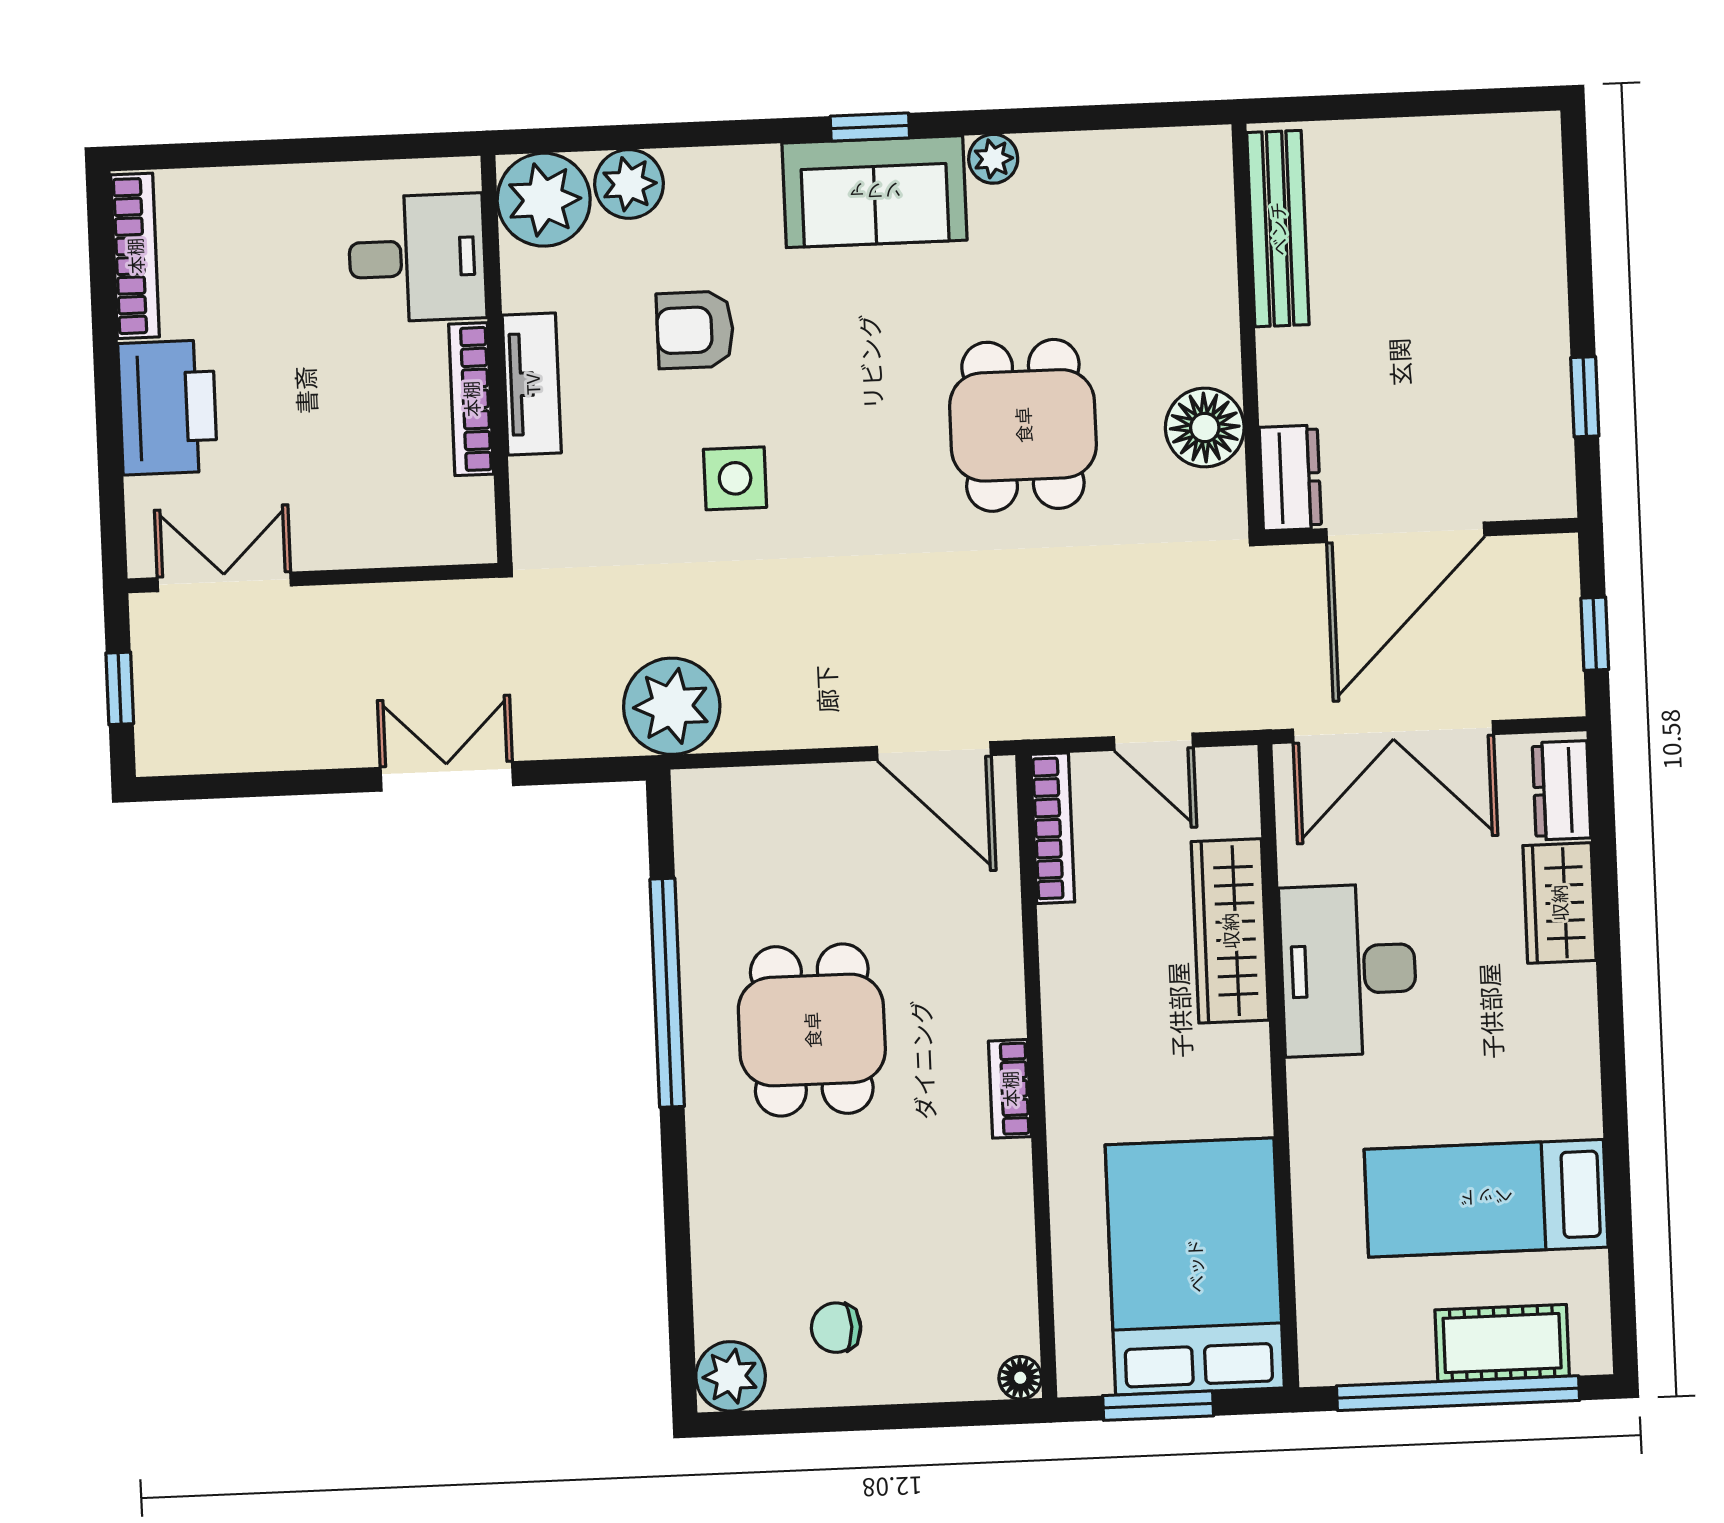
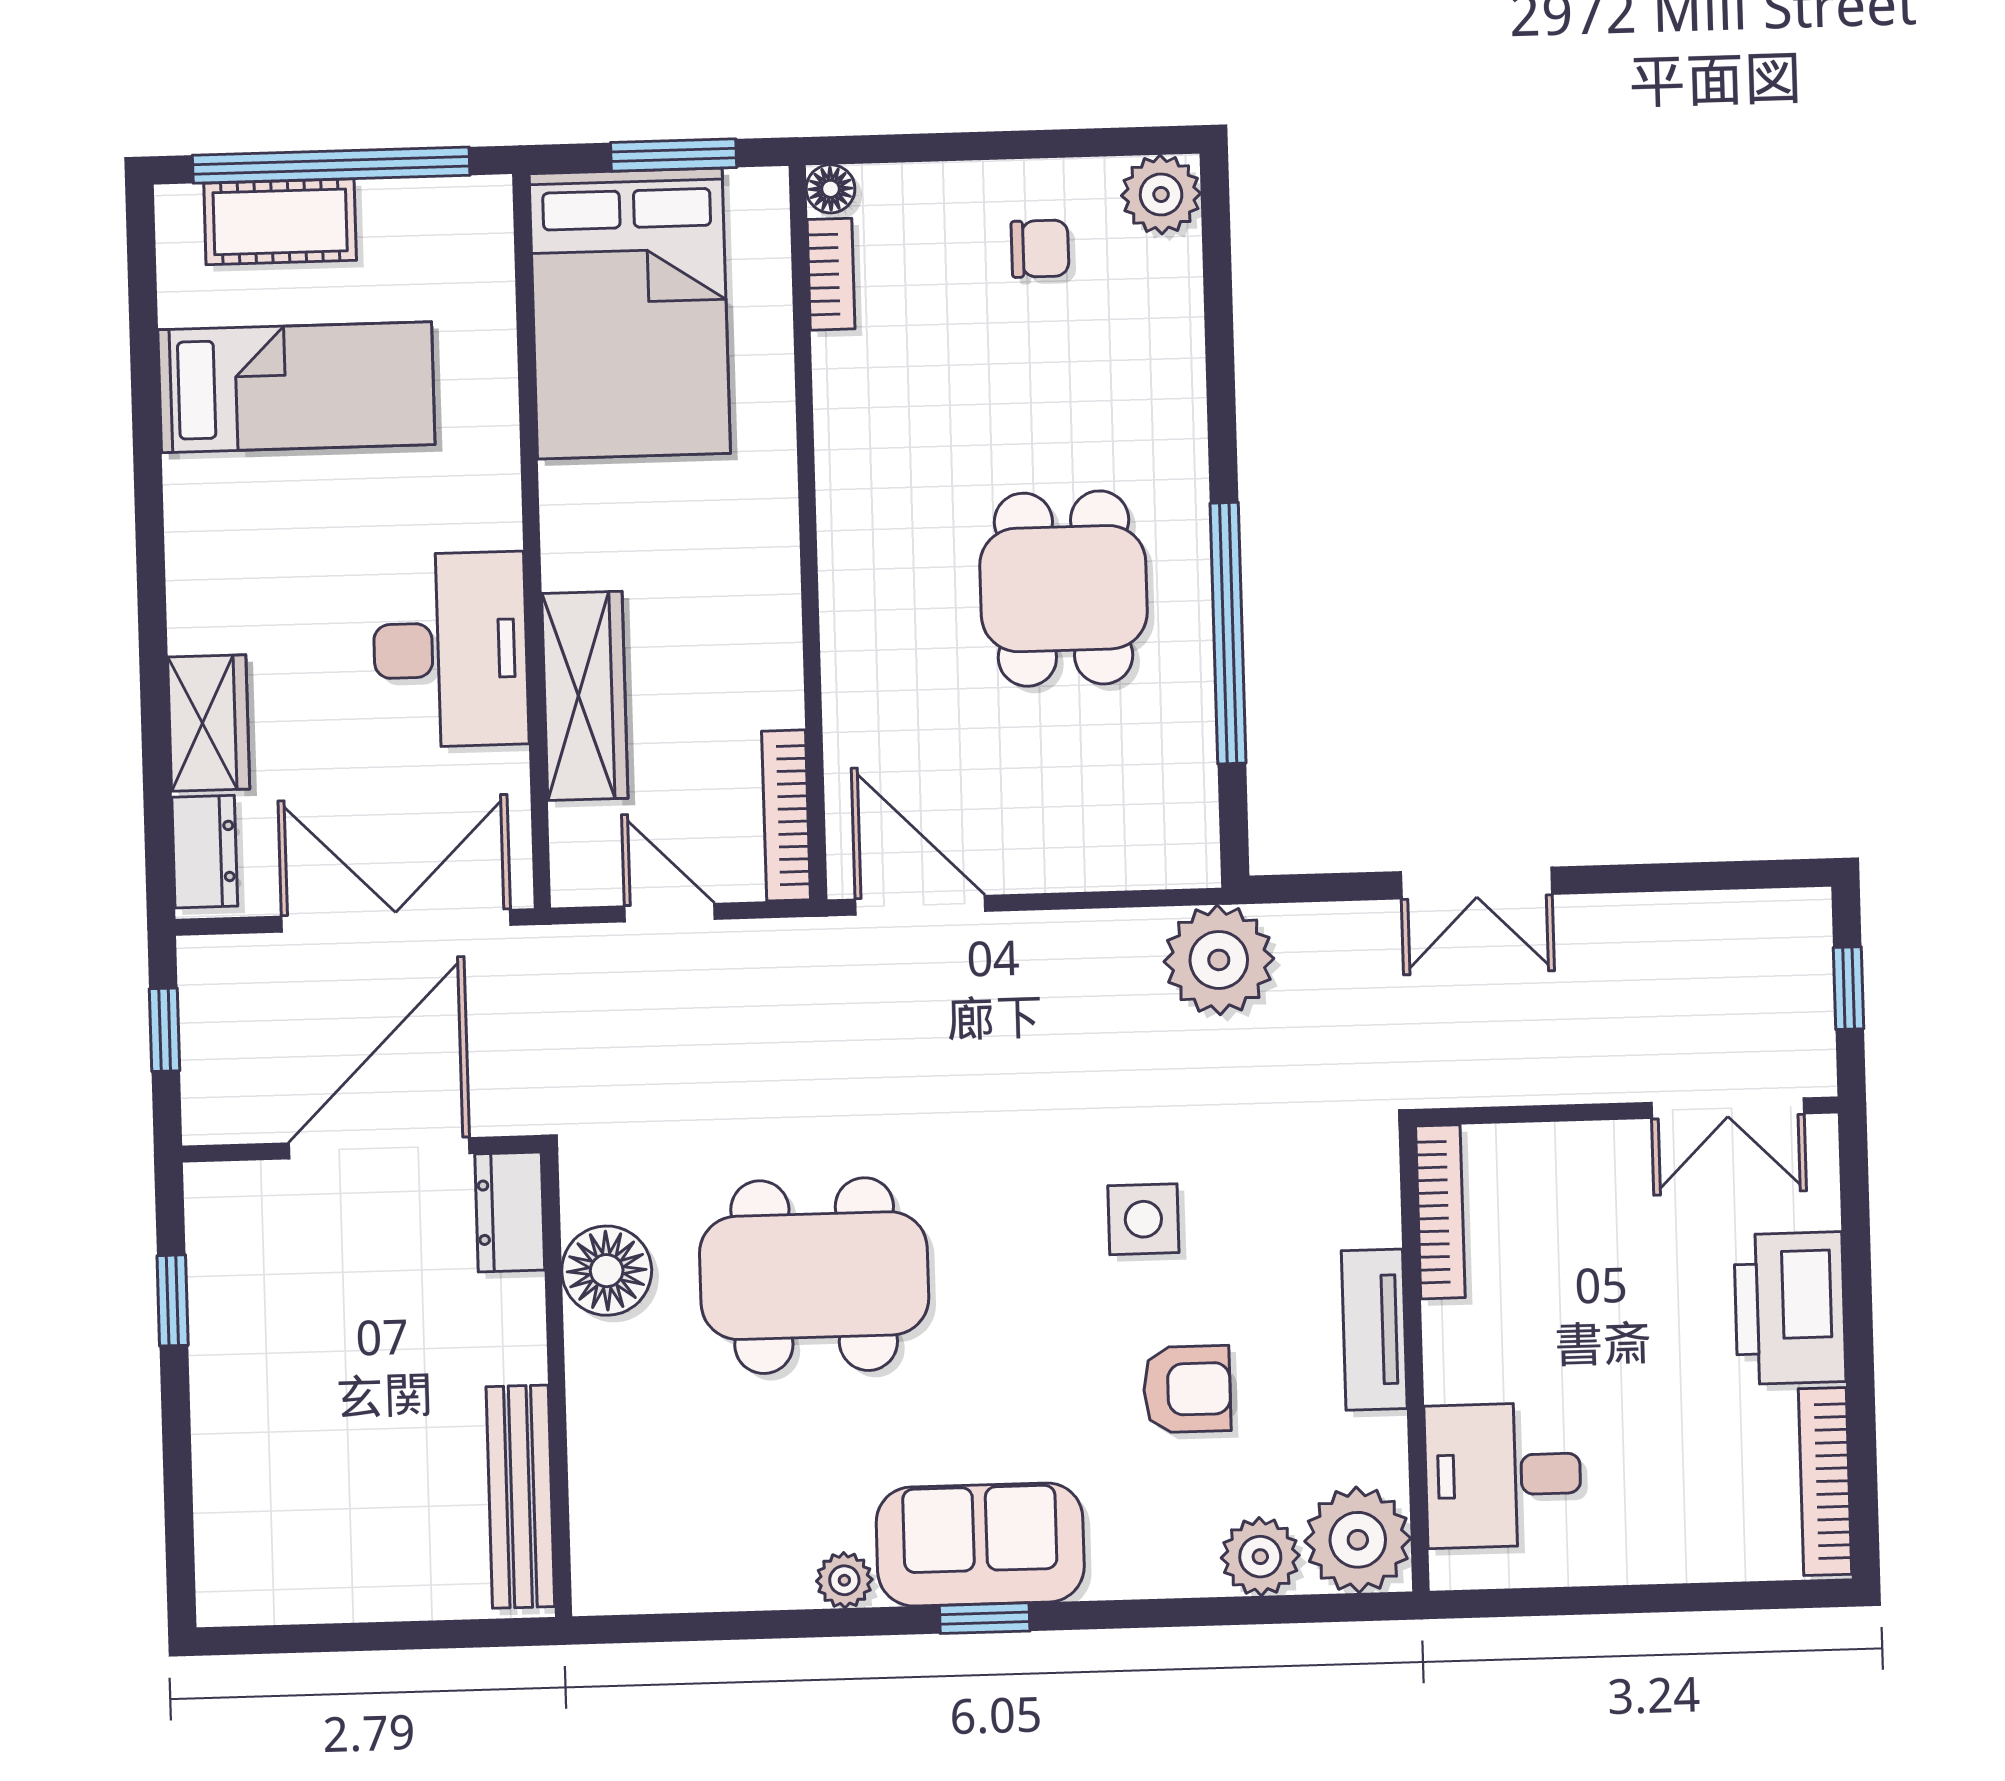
bookcase: (471, 399) -> (1440, 1212), moved
dining table: (1023, 425) -> (814, 1276), width x1.38
bookcase: (1010, 1089) -> (831, 274), moved

